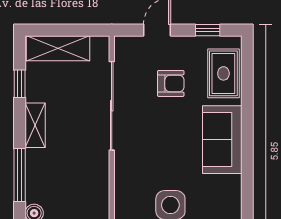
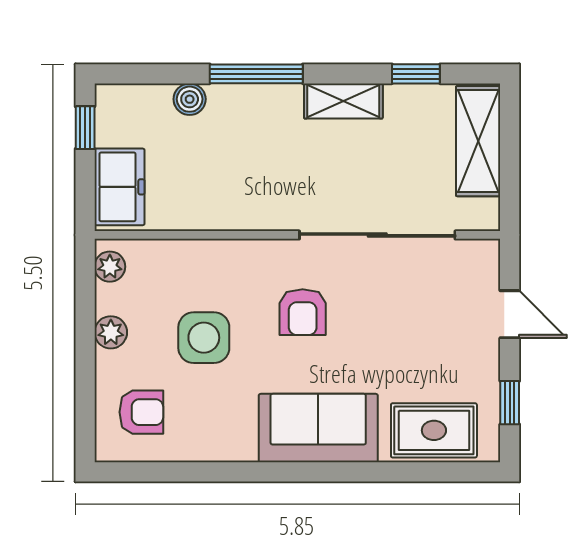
armchair: (171, 83) -> (303, 312), moved

